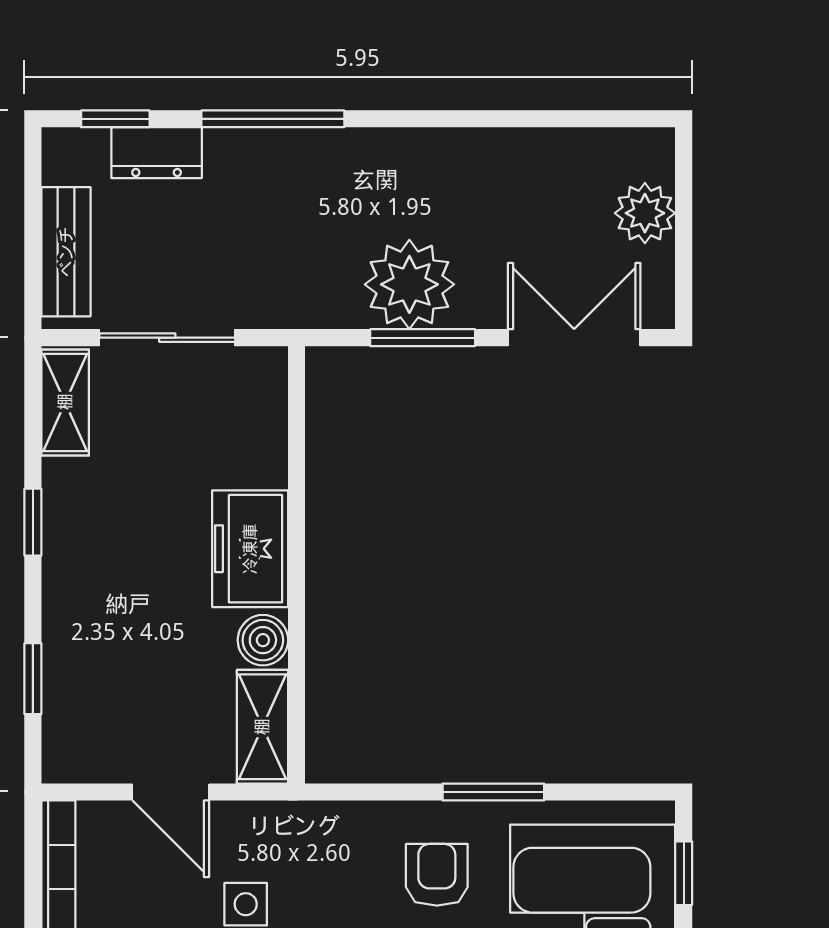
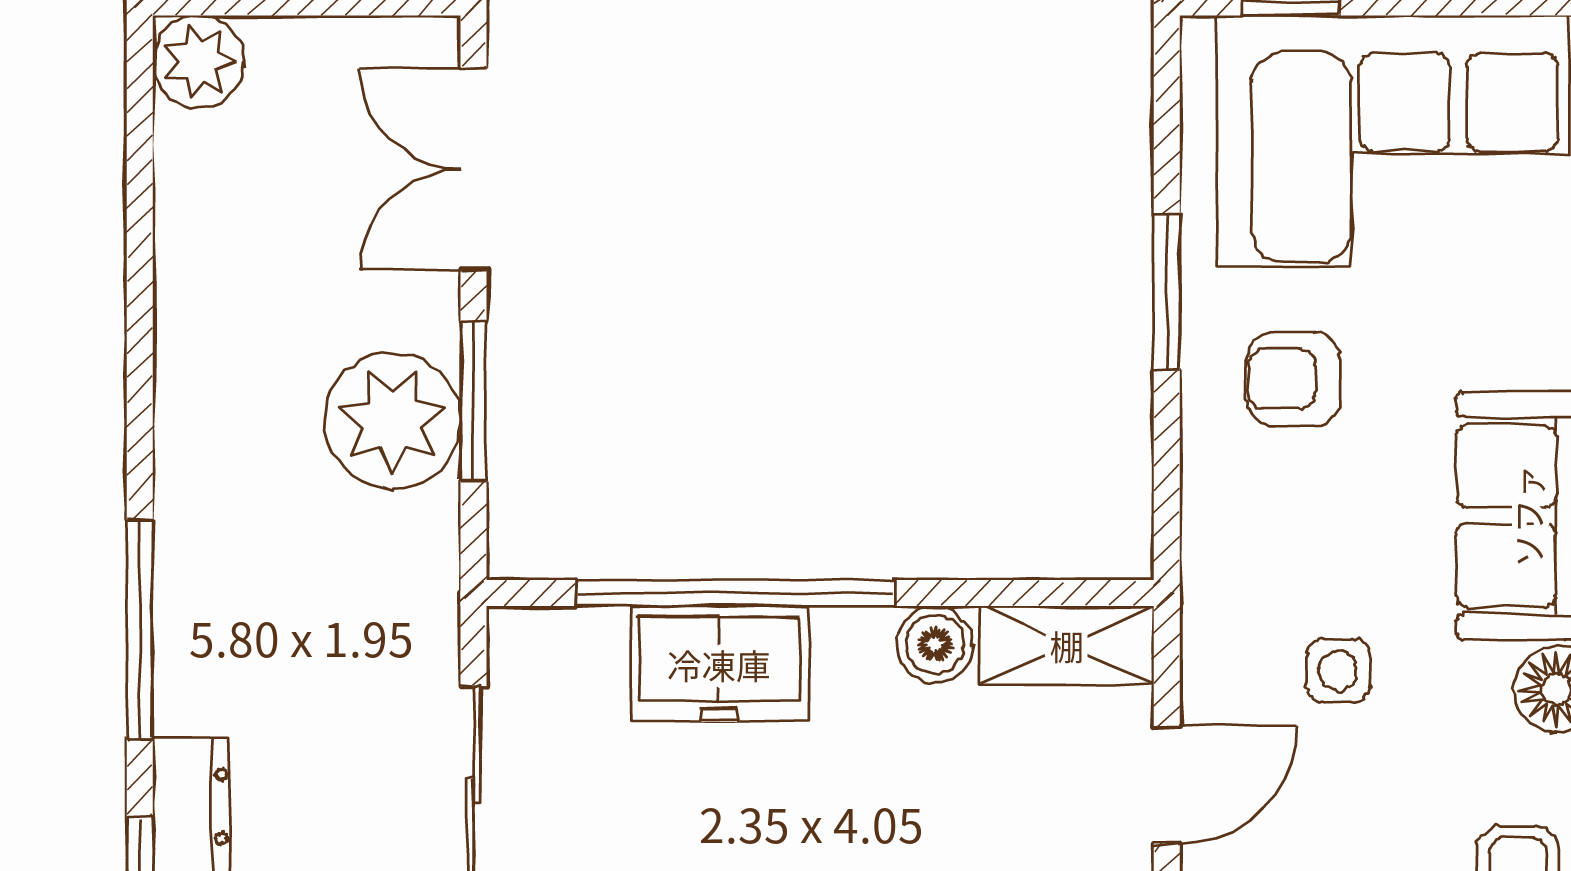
plant: (645, 213) -> (199, 61), moved
window: (297, 509) -> (735, 593), added
freezer: (250, 549) -> (719, 664), moved

